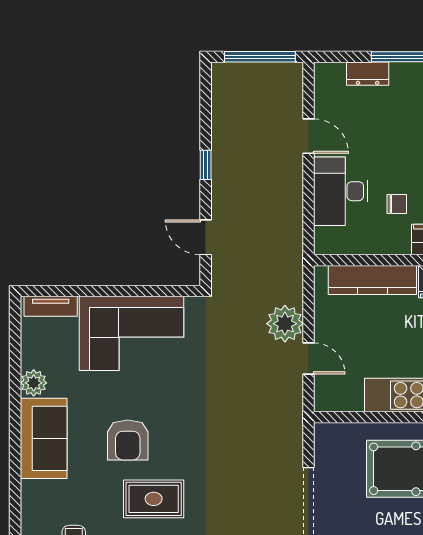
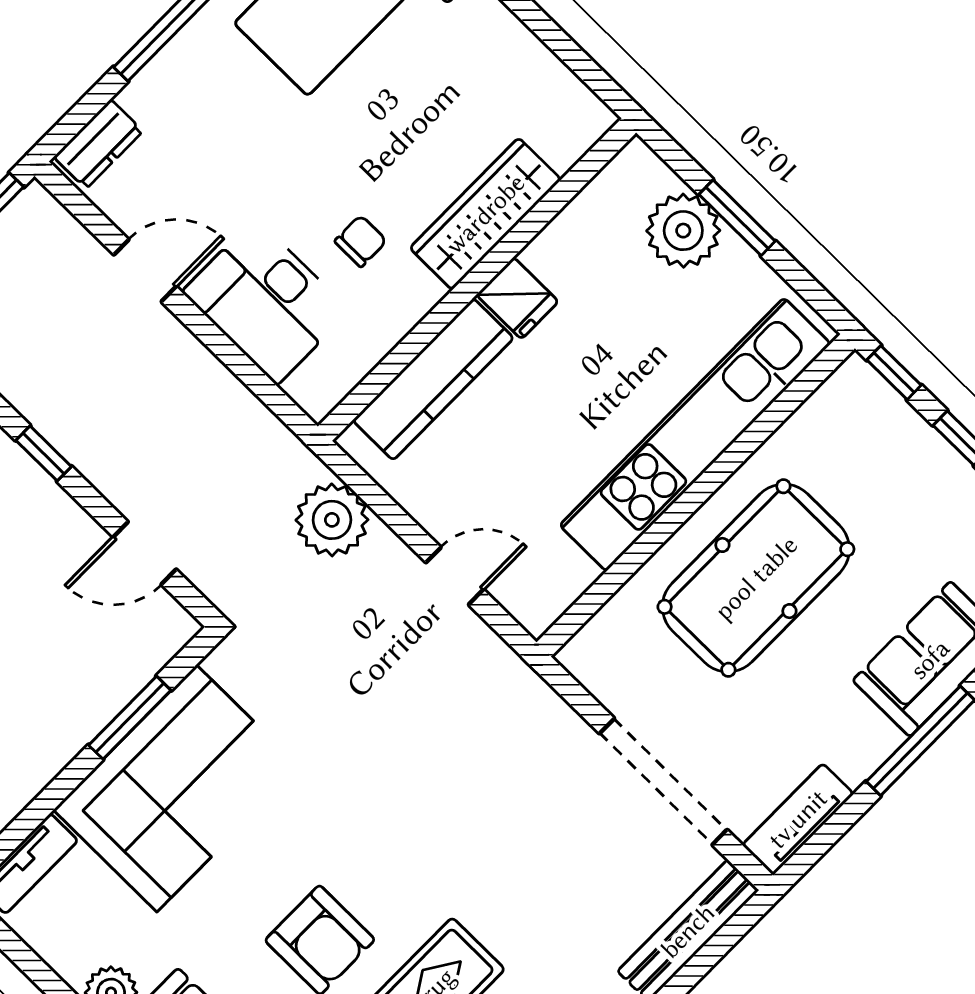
dresser: (368, 74) -> (98, 144), moved
window: (140, 291) -> (130, 718), added
plant: (285, 324) -> (332, 520), moved

